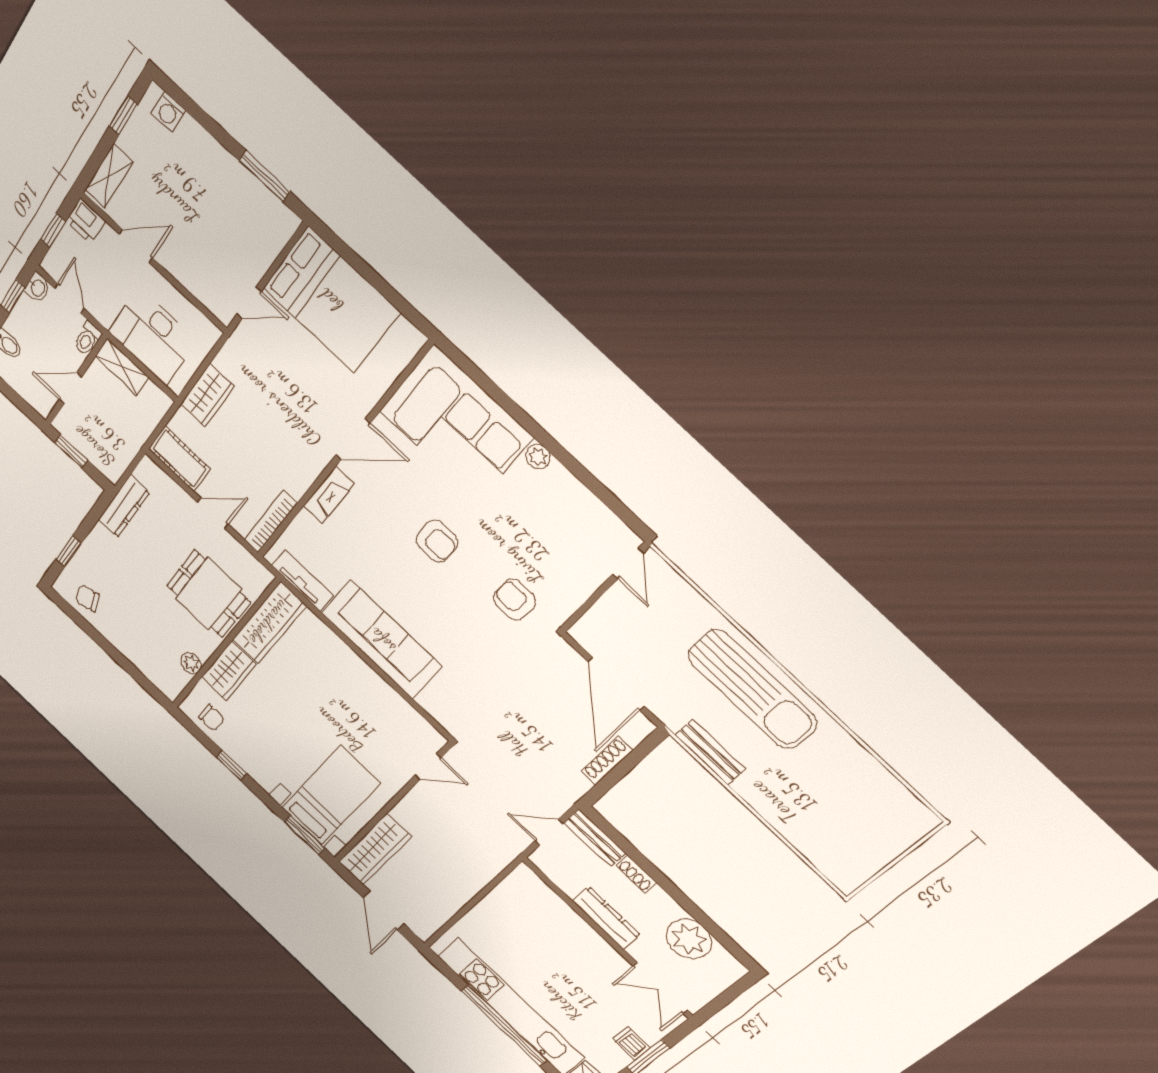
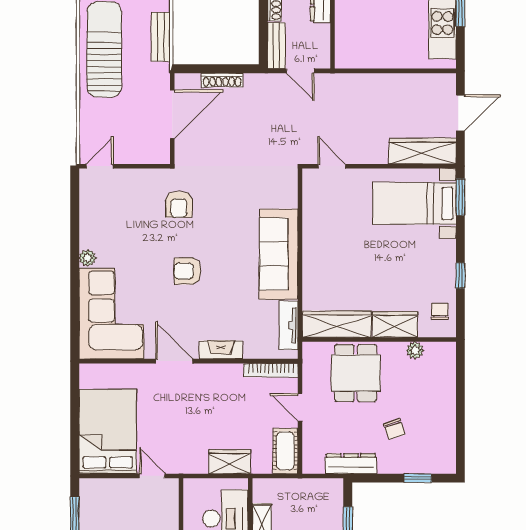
armchair: (437, 541) -> (188, 271), turned -90
chair: (88, 598) -> (394, 429), moved

